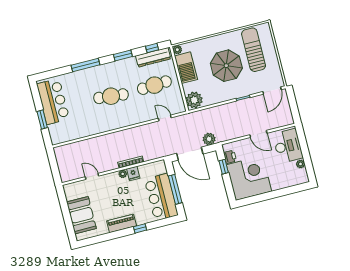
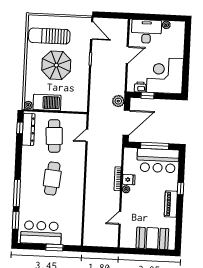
window: (123, 55) -> (16, 220), moved
plant: (194, 100) -> (79, 104), removed

